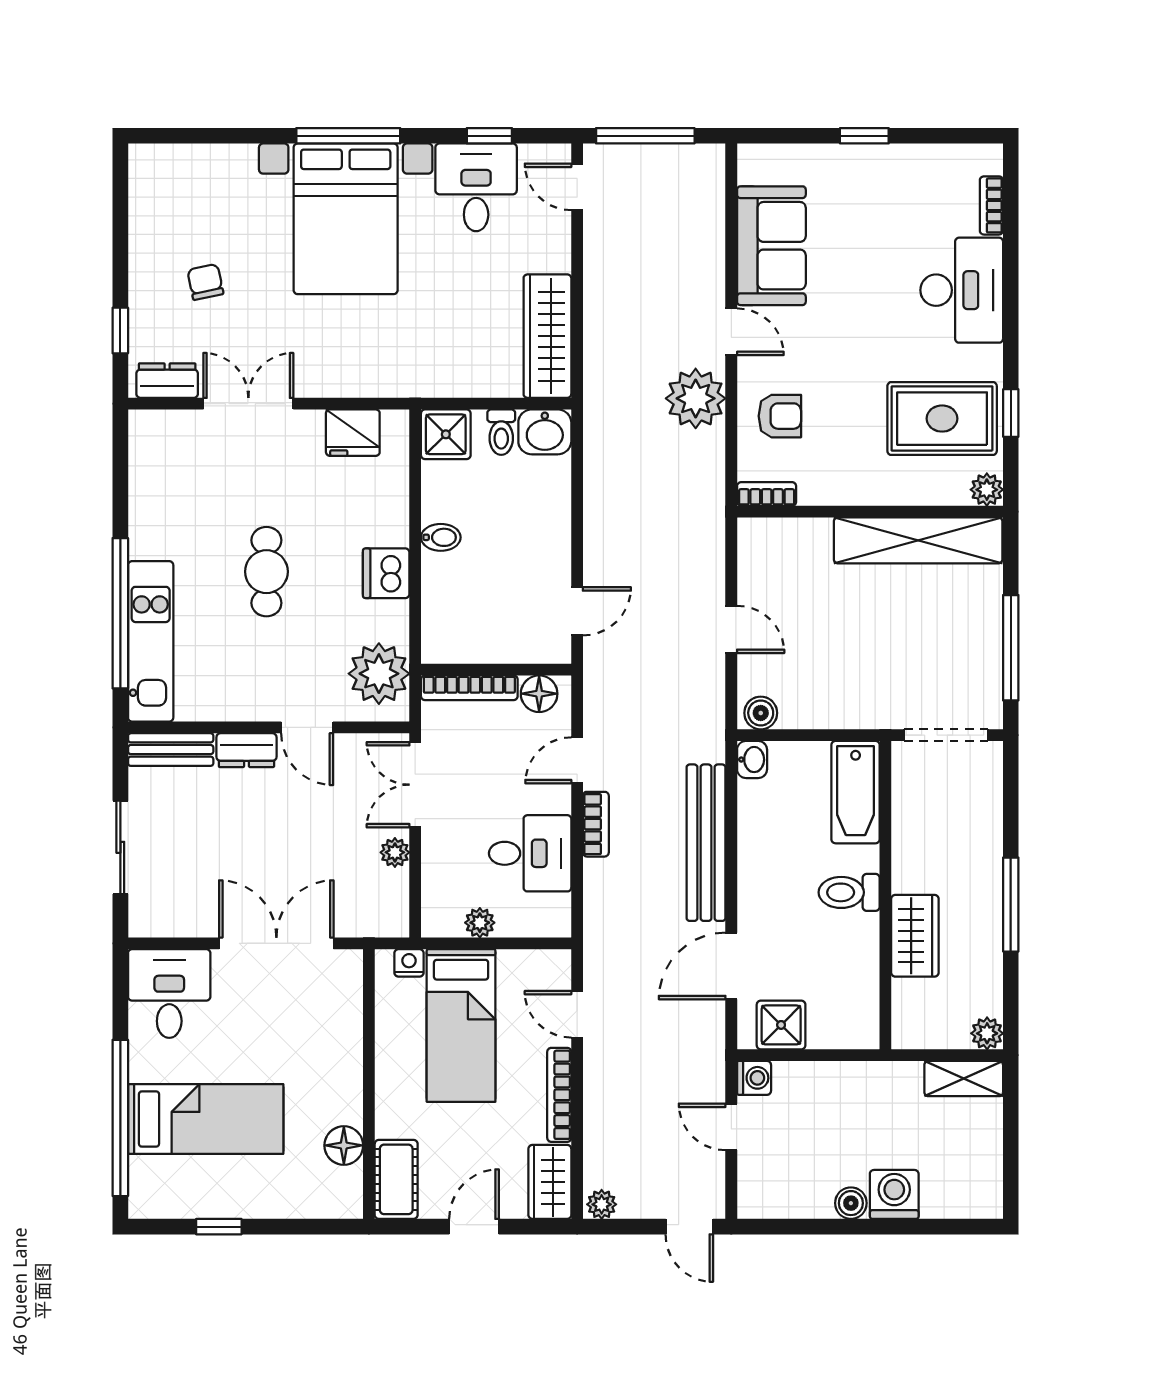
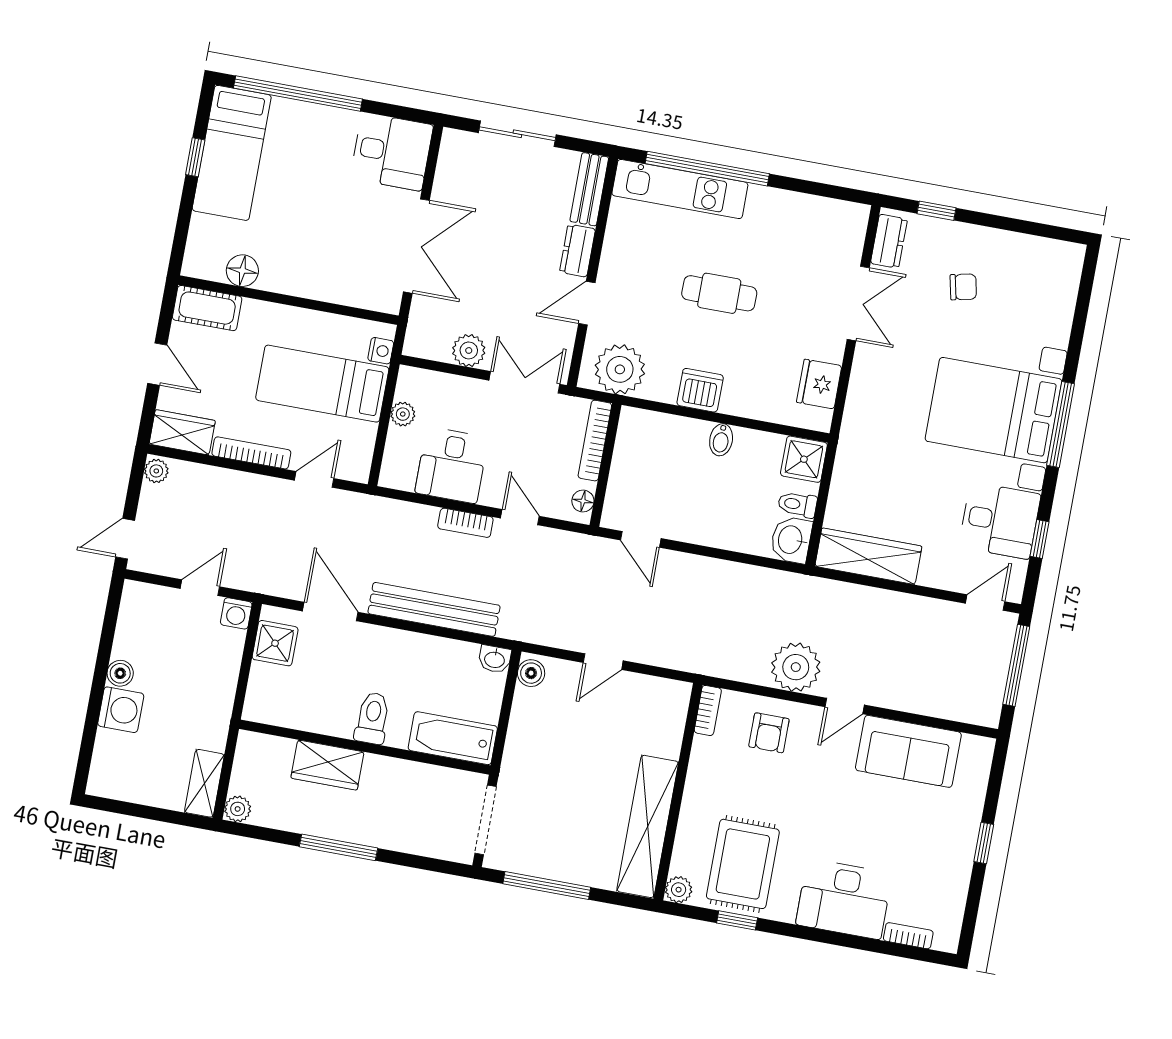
floor lamp: (539, 694) -> (583, 501), width x0.73, depth x0.73
plant: (395, 852) -> (469, 350), width x1.38, depth x1.38
bed: (206, 1119) -> (232, 153), moved

